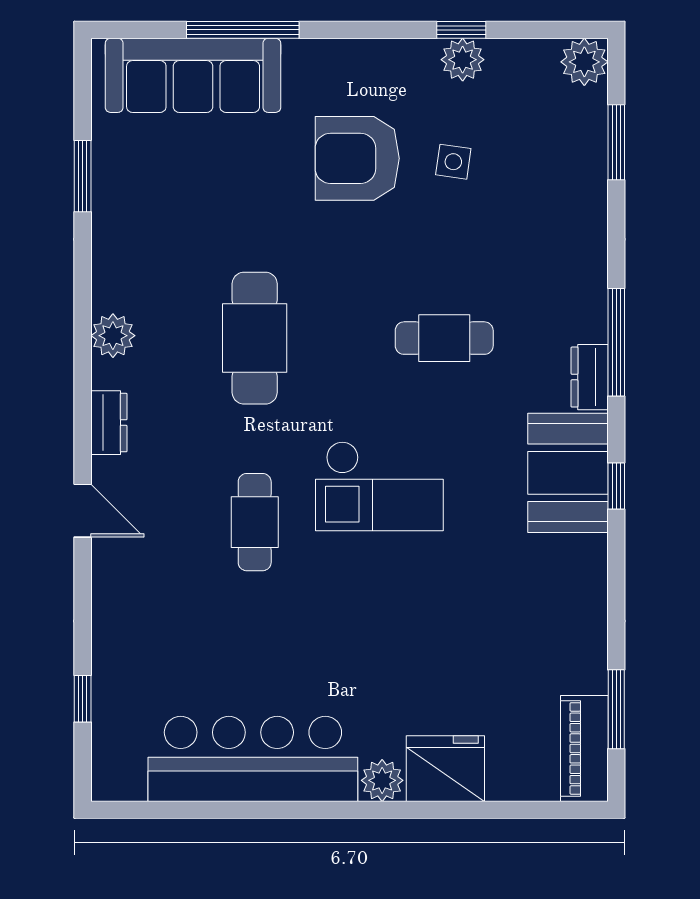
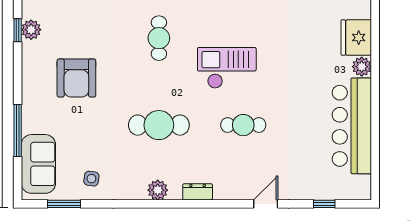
sofa: (193, 75) -> (38, 164), width x0.73
side table: (453, 162) -> (91, 179), moved
window: (83, 176) -> (64, 204), moved
checkout: (379, 486) -> (227, 68), turned -90
door: (83, 511) -> (266, 204), moved

